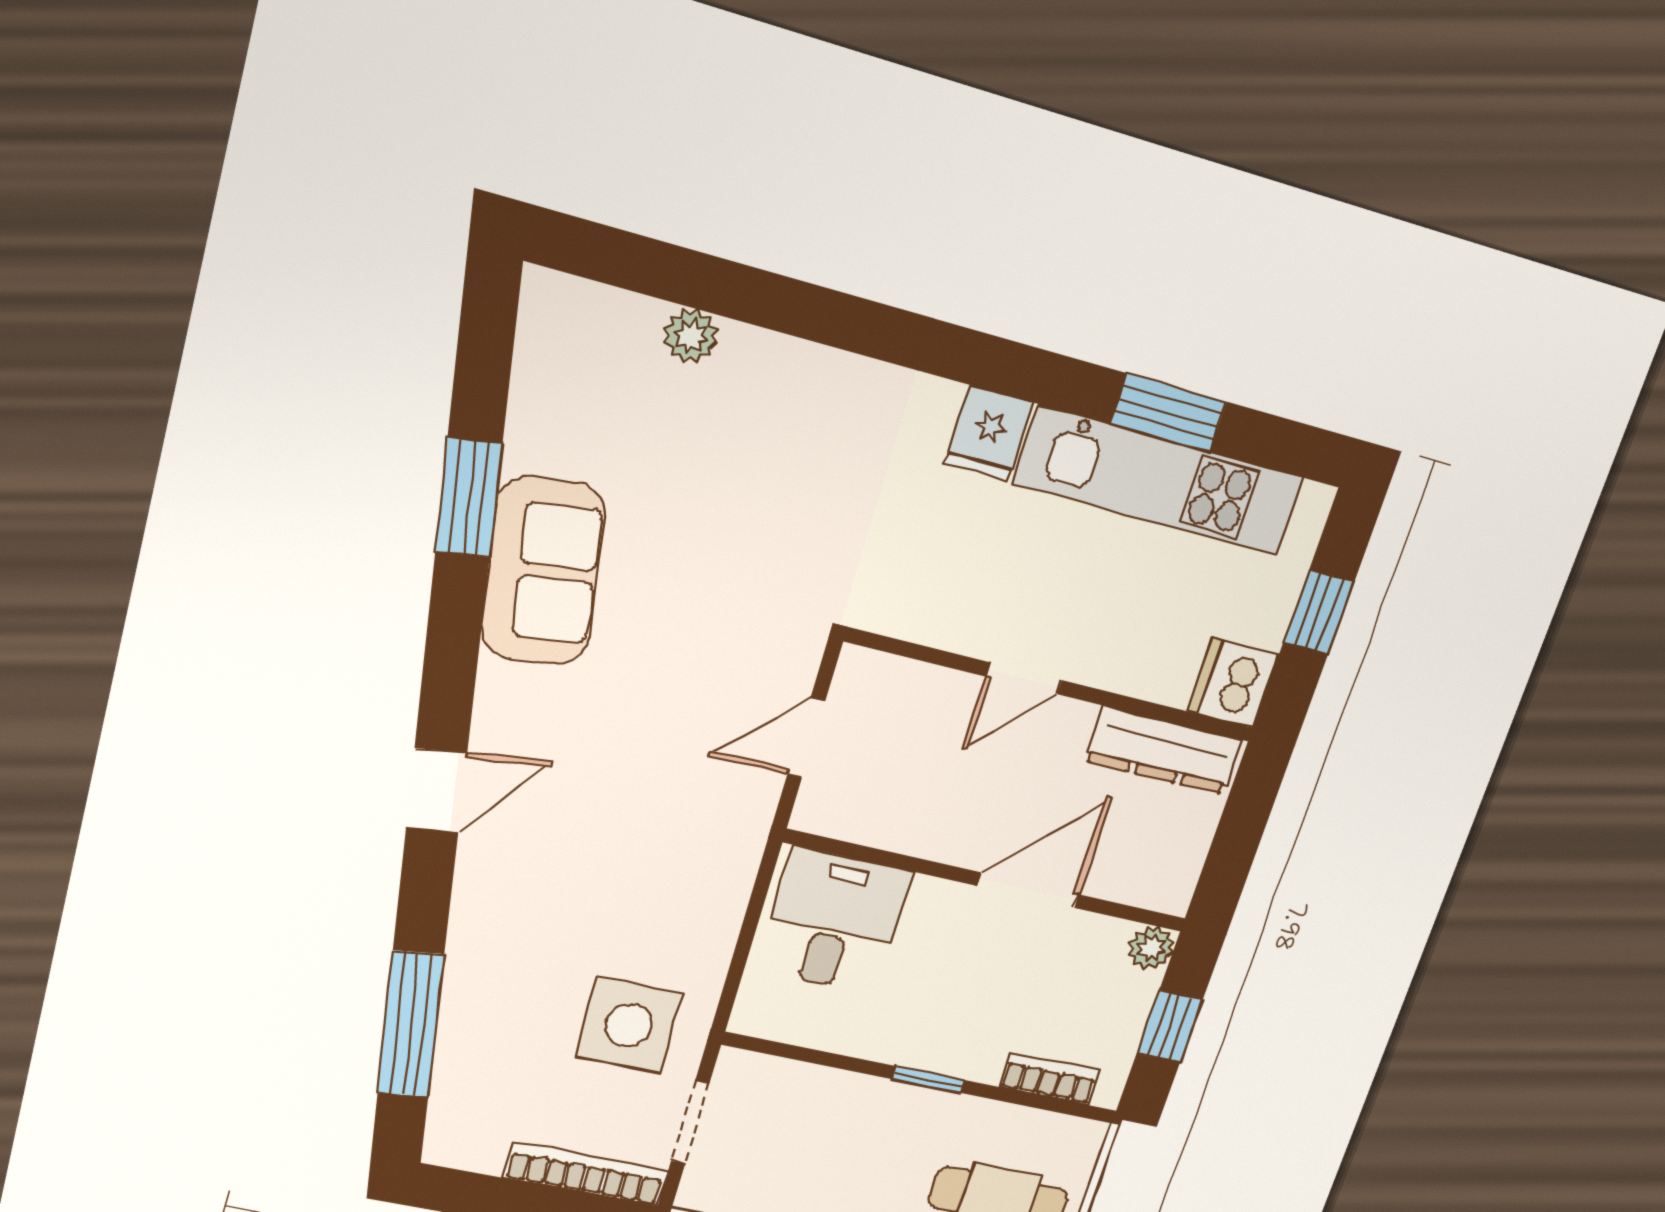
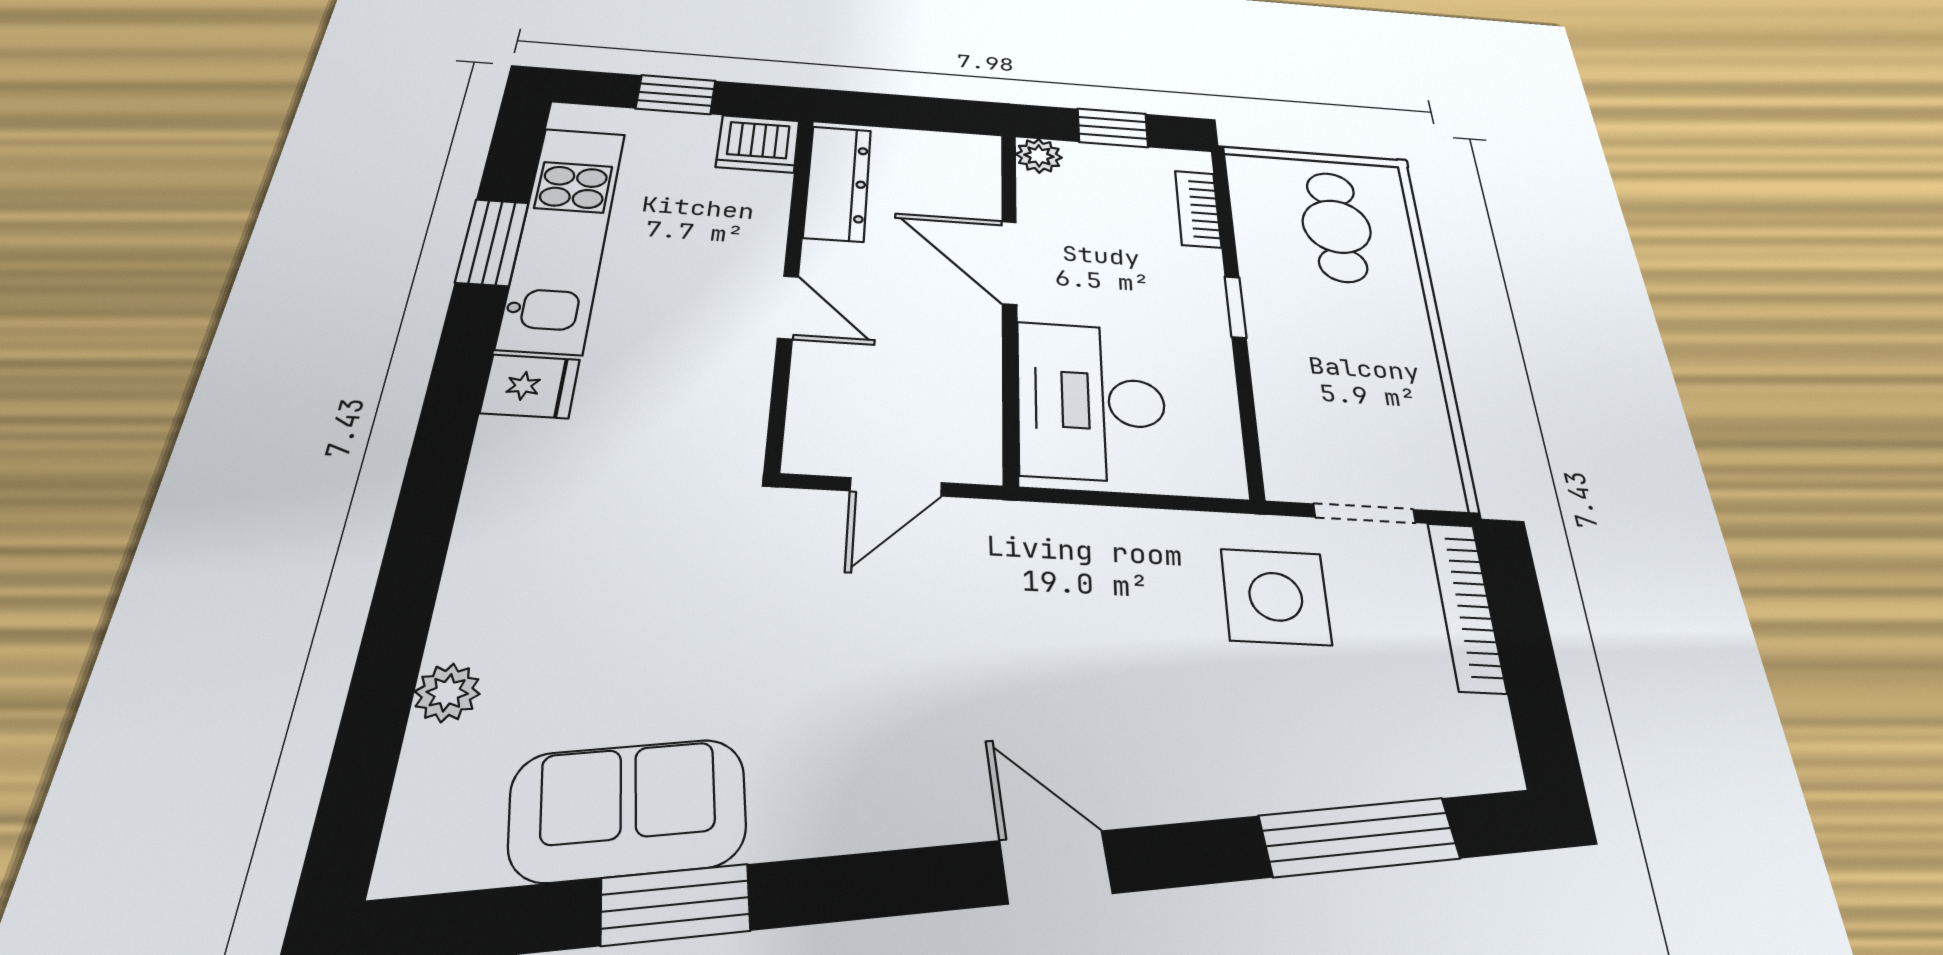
sofa: (543, 571) -> (628, 810), moved
door: (806, 738) -> (896, 487), hinge flipped
desk: (834, 921) -> (1091, 401), width x1.37

